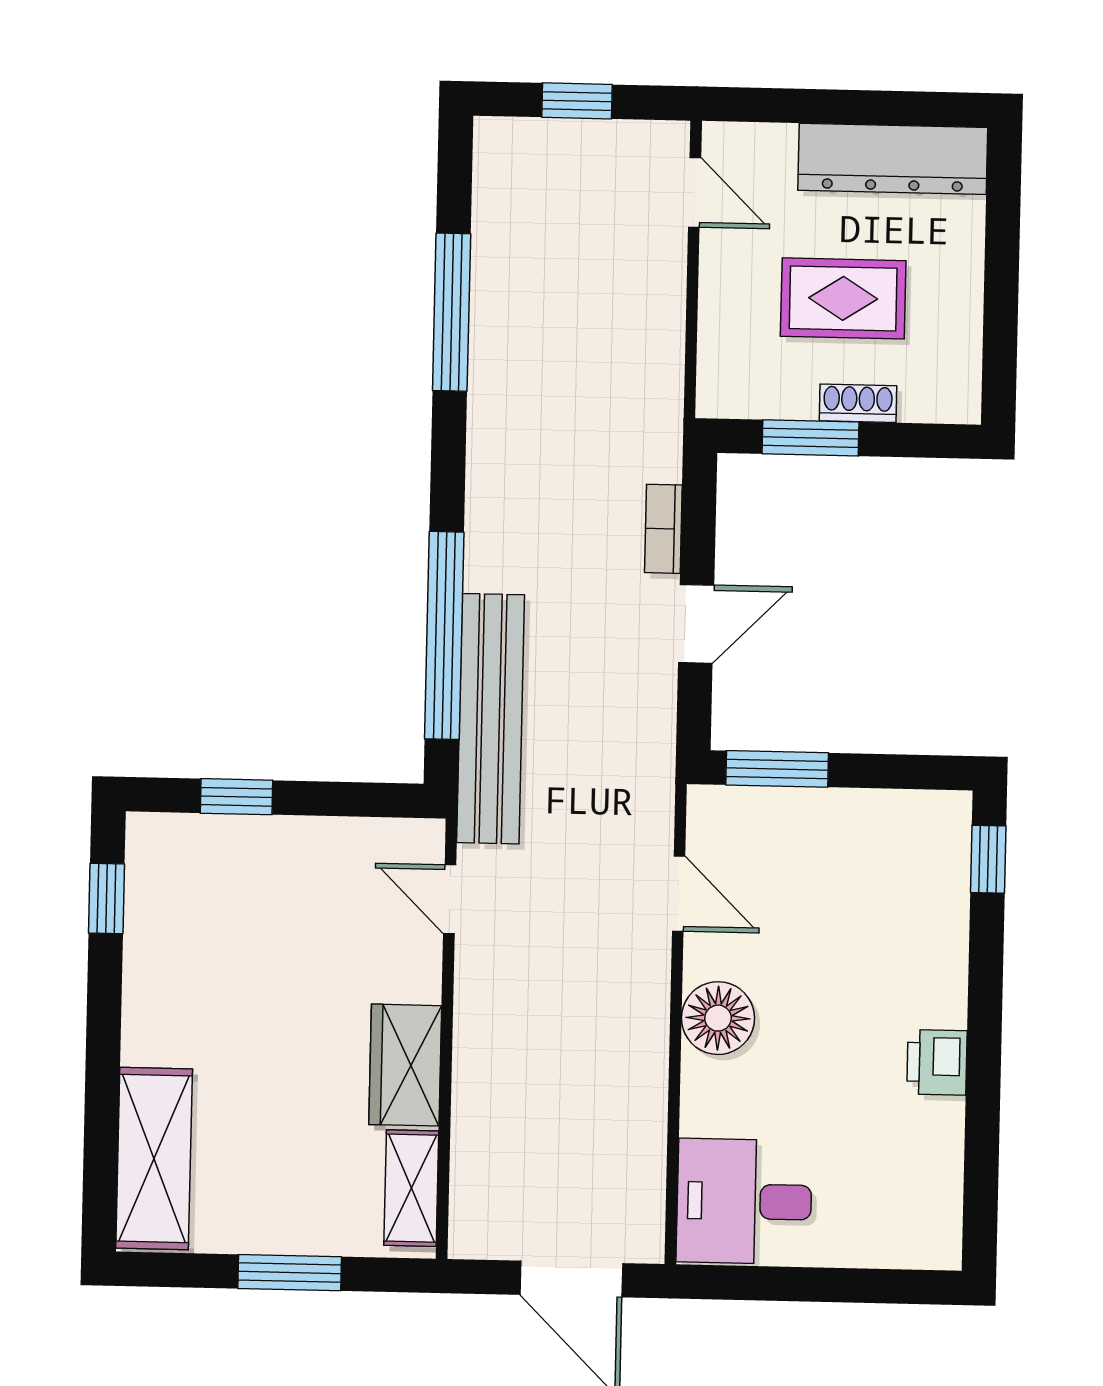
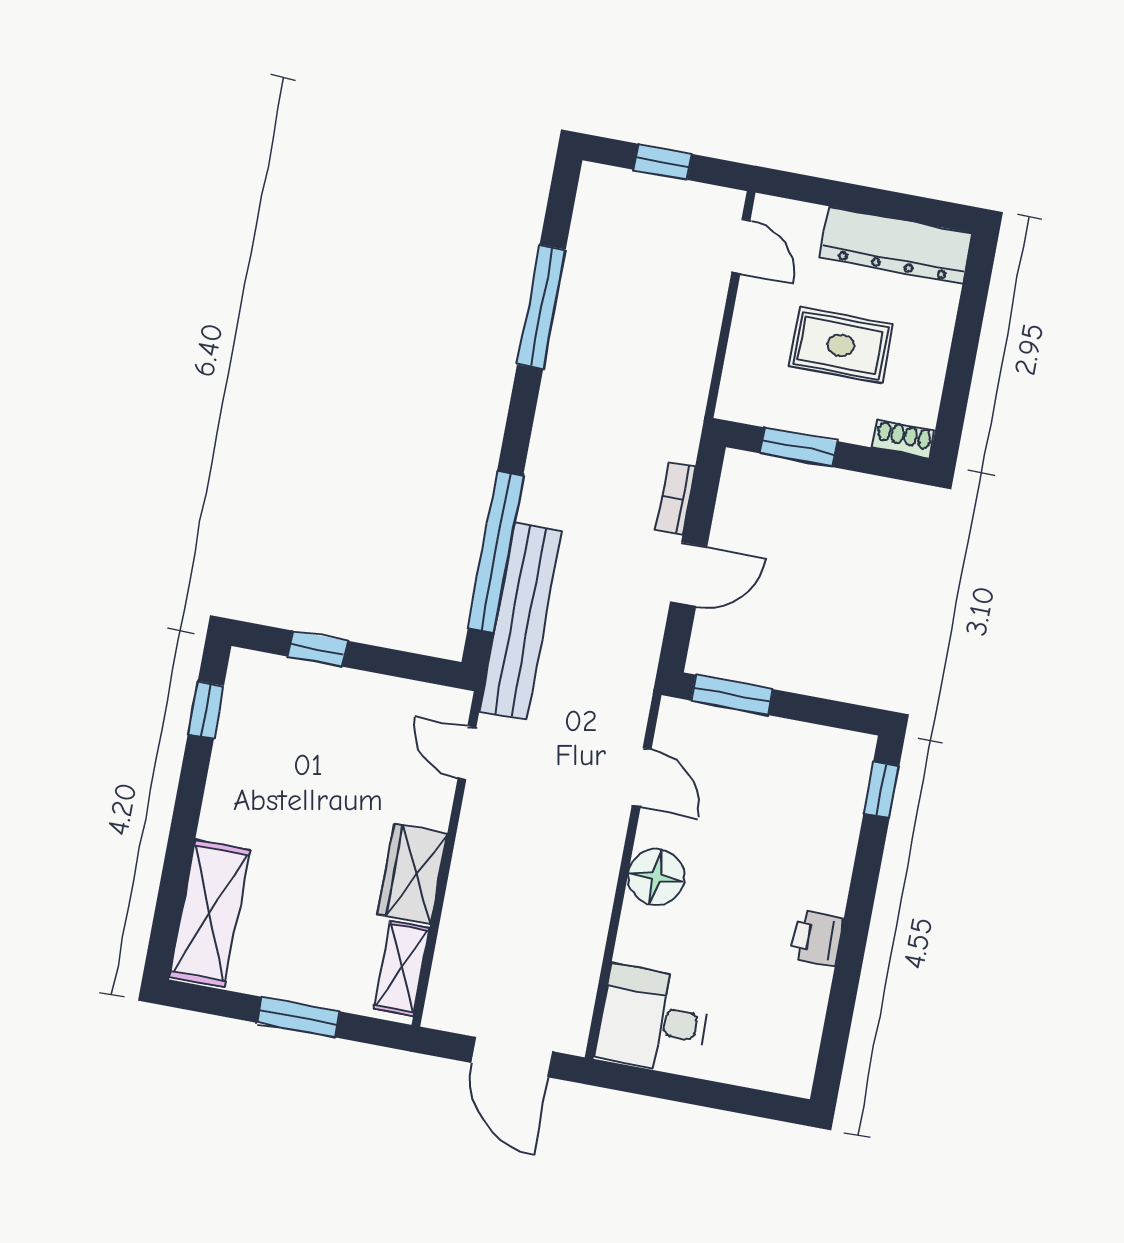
shoe rack: (858, 403) -> (904, 439), moved

